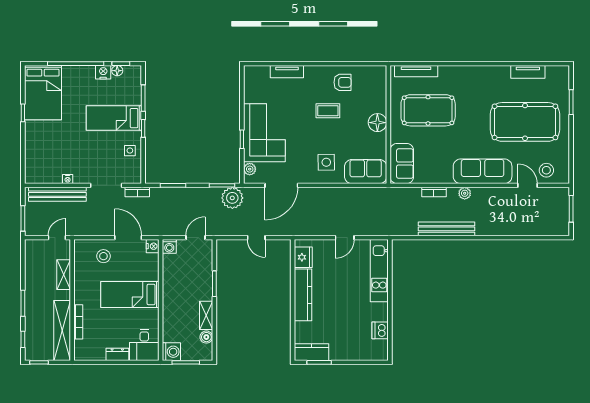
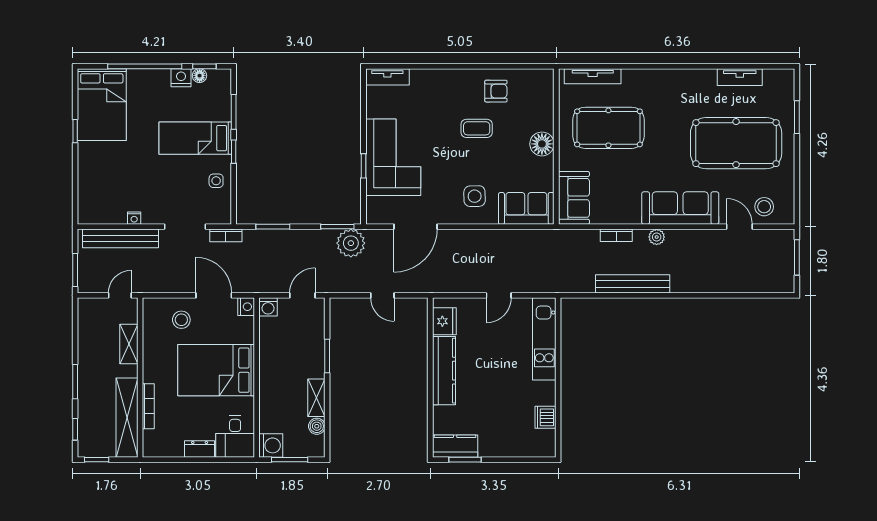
tv unit: (287, 72) -> (387, 77), moved
plant: (250, 169) -> (374, 205), removed
bed: (130, 294) -> (216, 370), width x1.50

